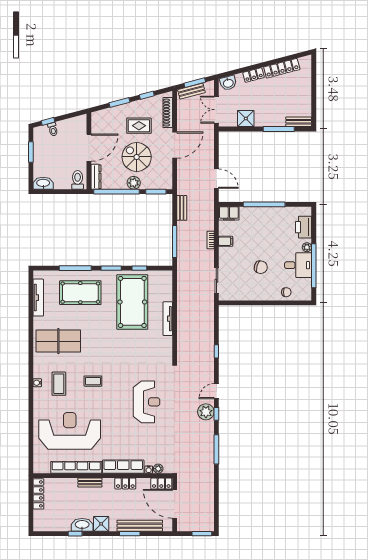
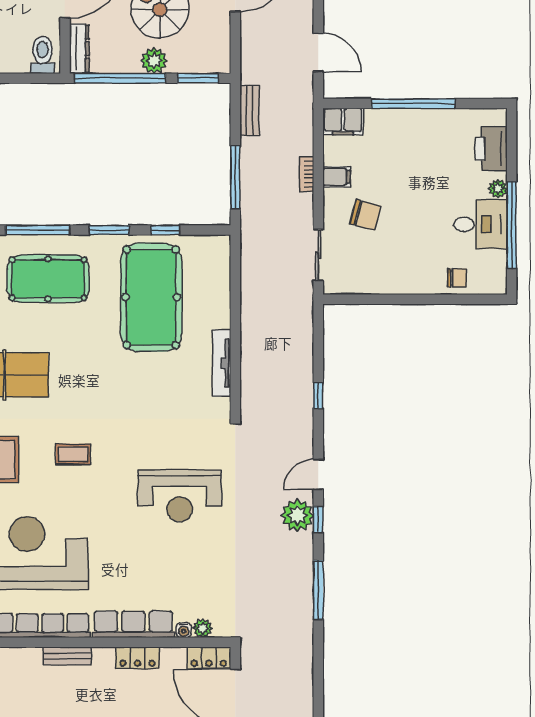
chair: (261, 267) -> (366, 215), moved
tv unit: (168, 319) -> (222, 363), moved
reception desk: (147, 402) -> (180, 496), turned 90

